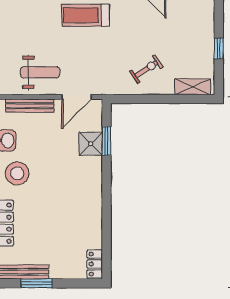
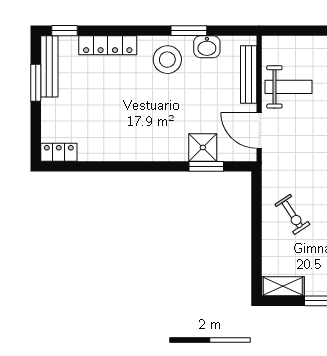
weight bench: (40, 72) -> (288, 87), turned -90
shelving: (193, 87) -> (283, 286), moved, turned 90

